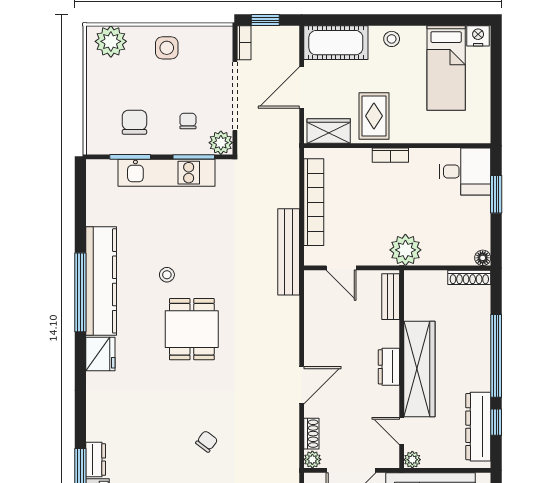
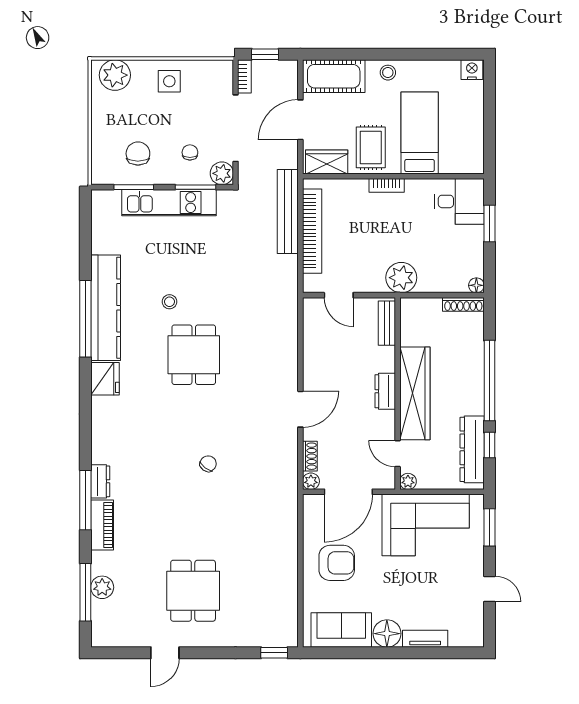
bed: (446, 68) -> (420, 133), moved, turned 180
bench: (289, 252) -> (288, 212), moved

